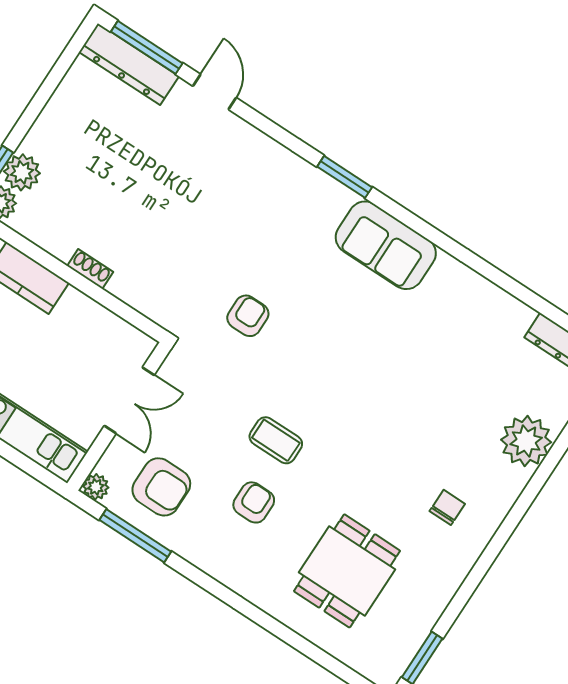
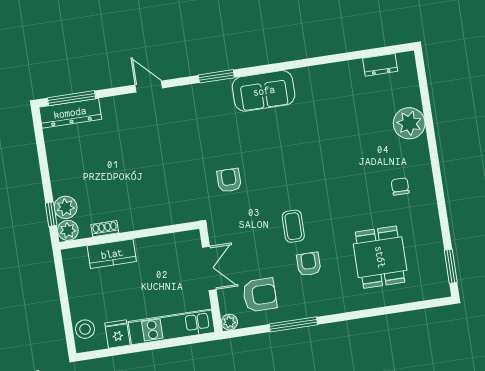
door: (215, 92) -> (149, 87), moved
shoe rack: (90, 269) -> (105, 229), moved
coffee table: (276, 440) -> (293, 226), turned 90
window: (135, 536) -> (293, 324), moved

